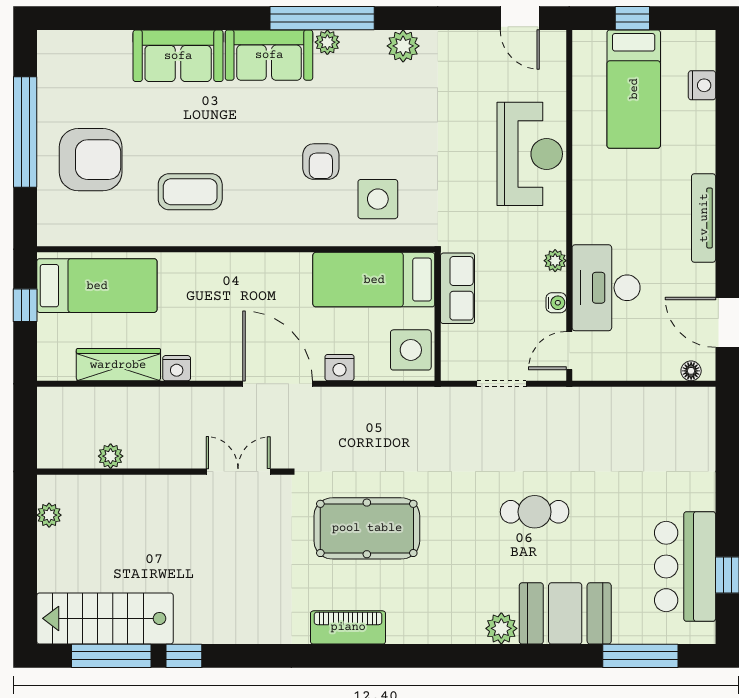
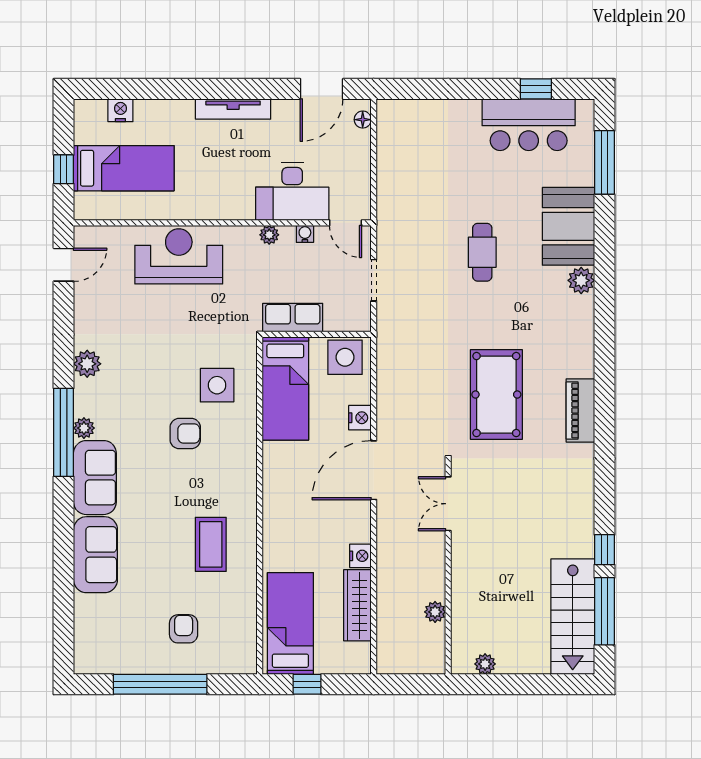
armchair: (91, 160) -> (184, 629), width x0.53, depth x0.53

